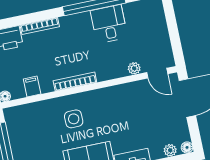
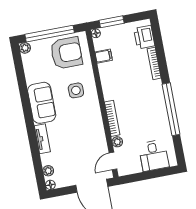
desk: (109, 24) -> (154, 155), moved, turned 90
bookcase: (75, 82) -> (112, 118), moved
armchair: (29, 131) -> (66, 53), added

